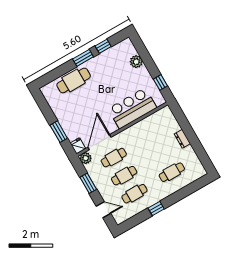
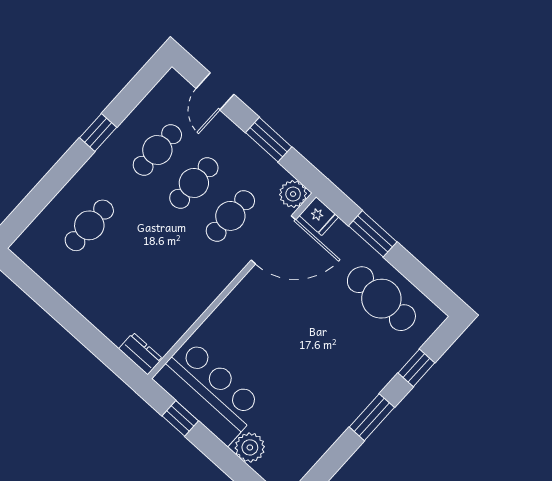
window: (103, 46) -> (416, 368), moved
cafe table: (74, 80) -> (381, 299), moved, turned 90
bar counter: (132, 108) -> (208, 392), moved, turned -90
dresser: (182, 139) -> (140, 354), moved
door: (99, 142) -> (273, 240), hinge flipped
door: (104, 210) -> (215, 91), hinge flipped

